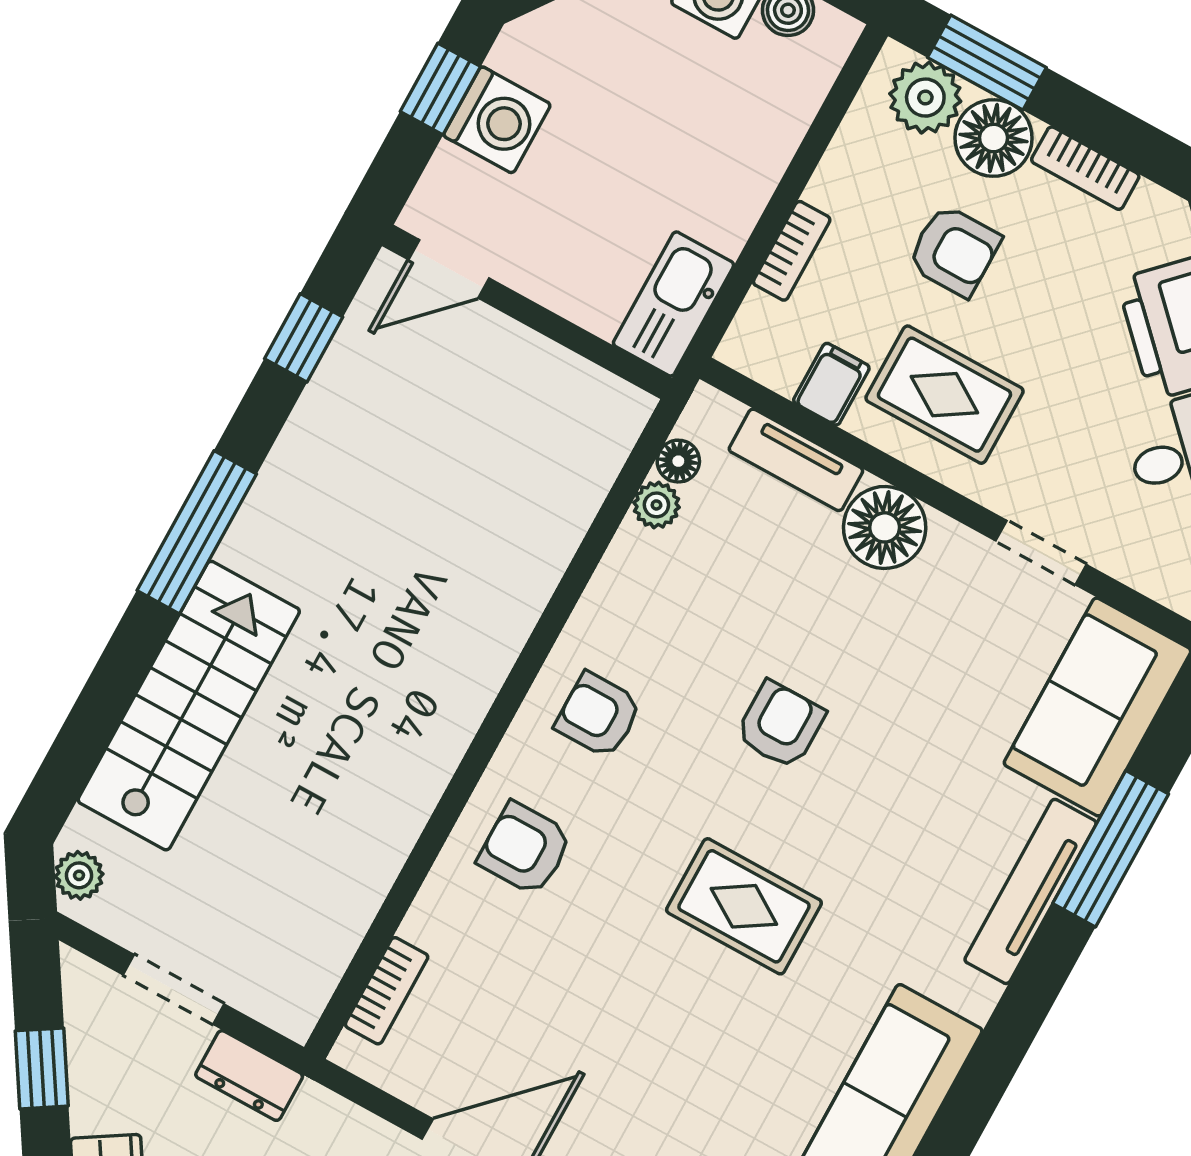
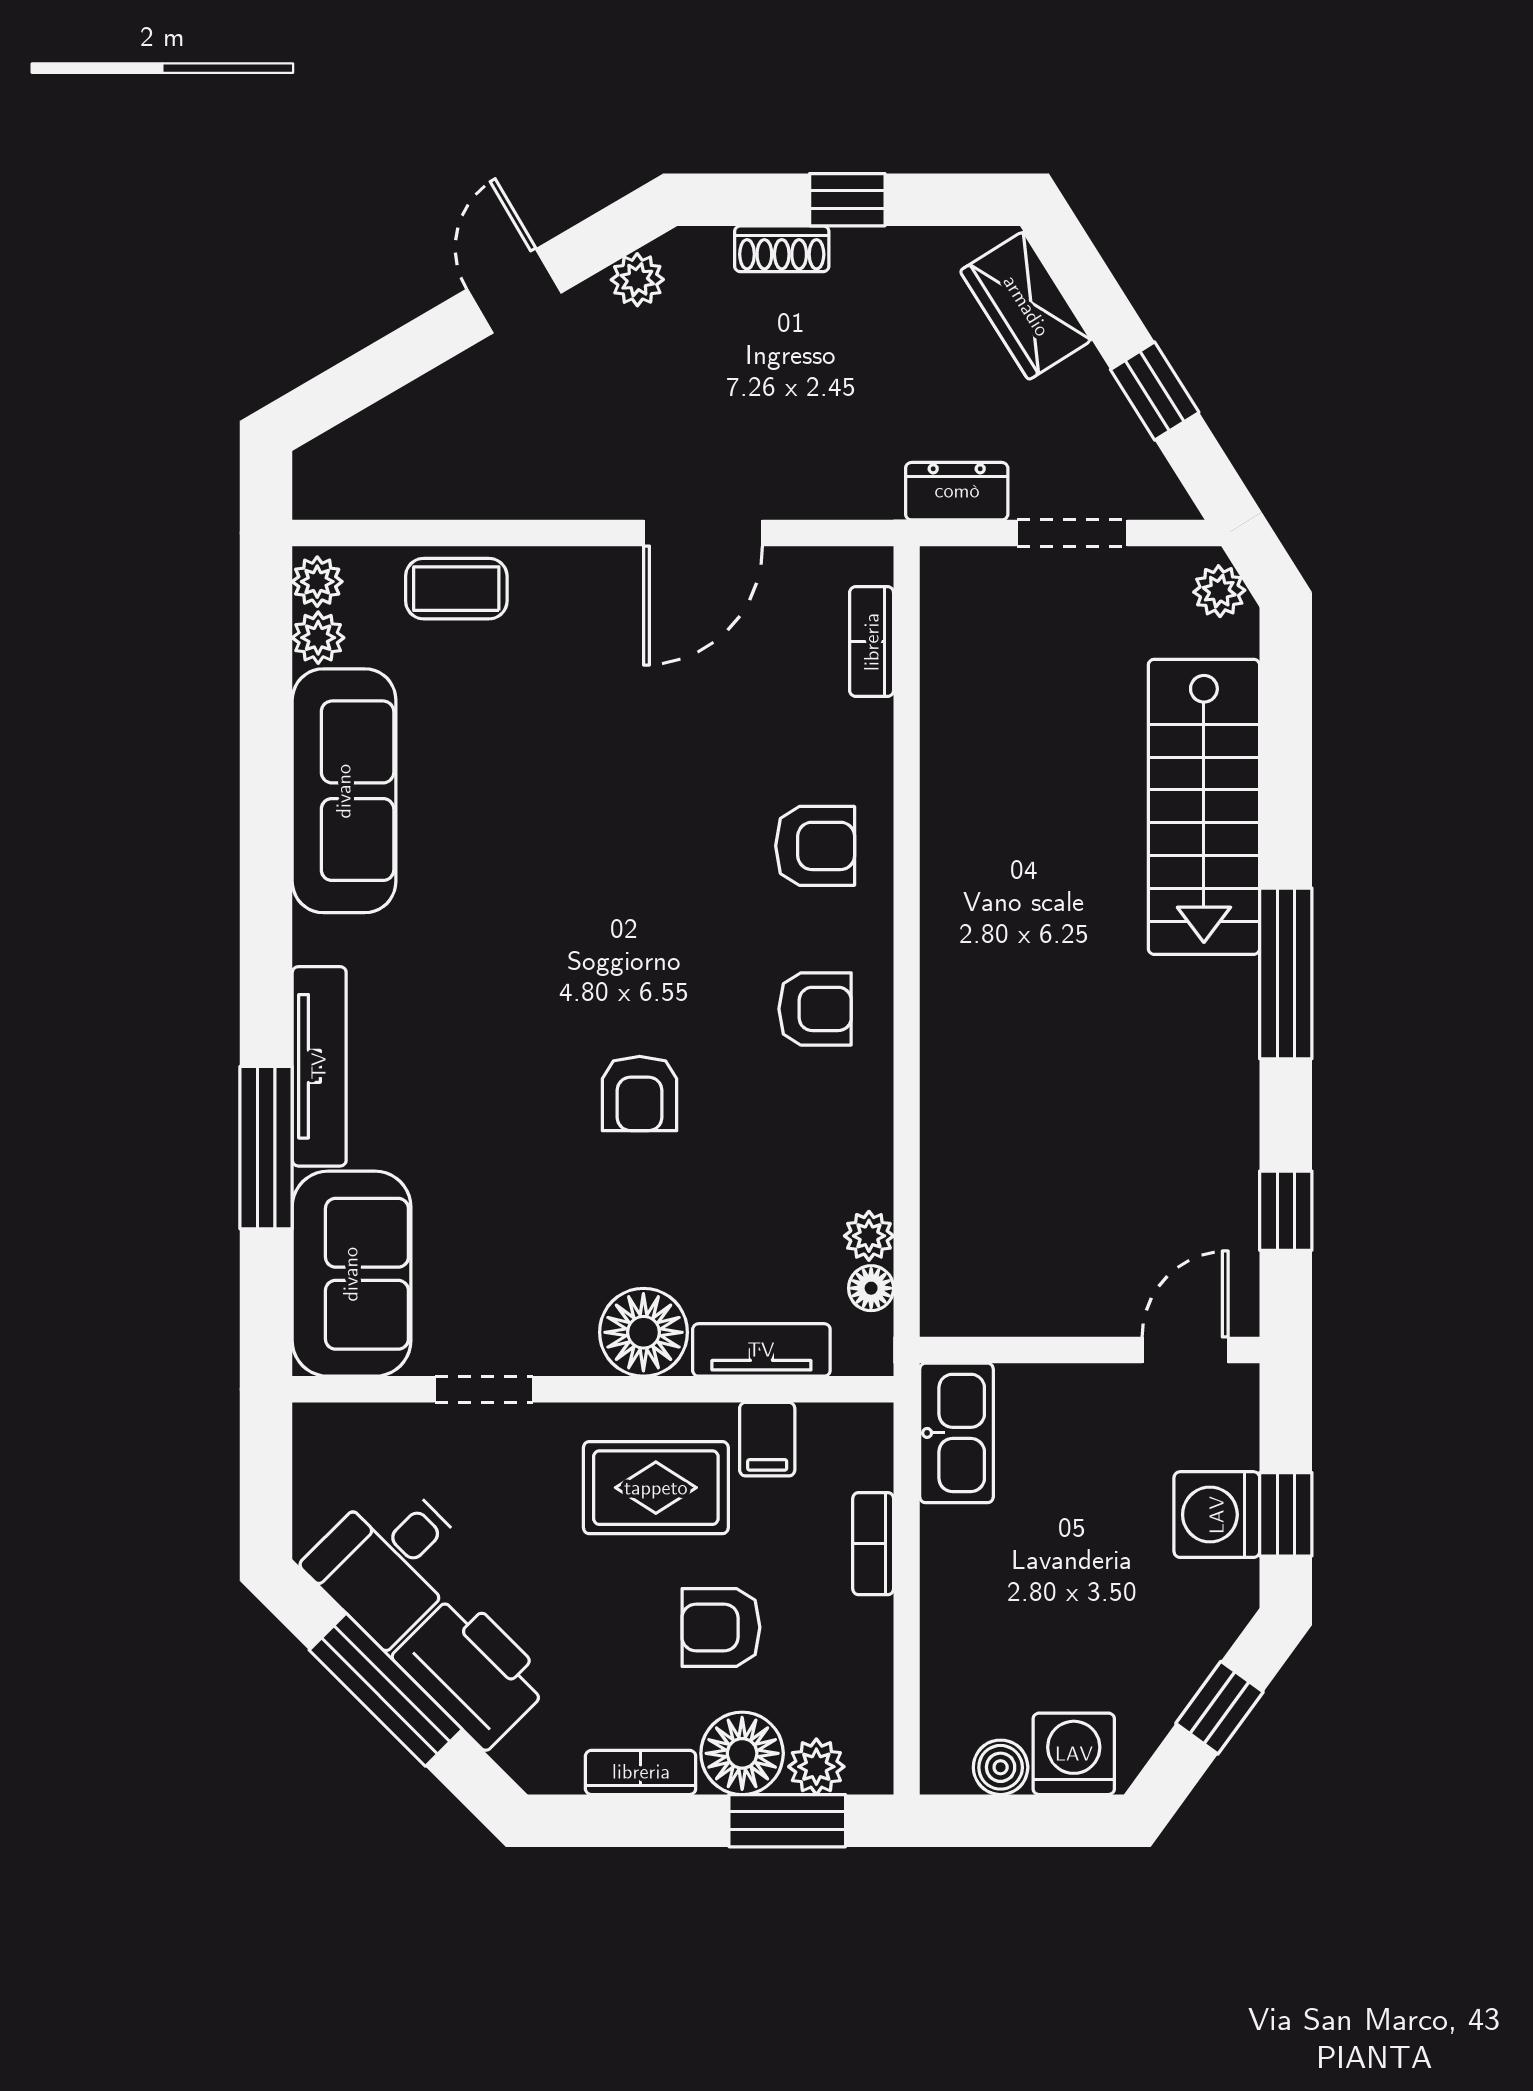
plant: (925, 98) -> (816, 1767), width x0.73, depth x0.73
rug: (744, 906) -> (580, 905), removed

